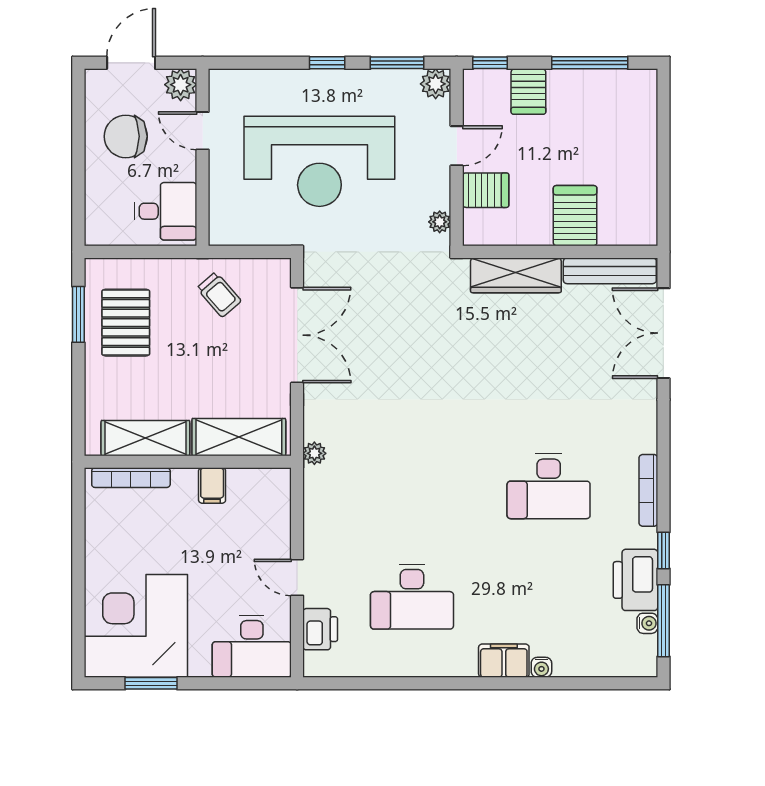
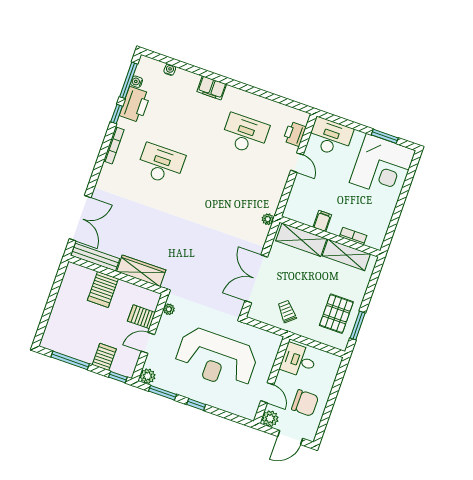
reception desk: (319, 161) -> (216, 358), turned 180
bookcase: (131, 478) -> (353, 236), width x0.64
water cooler: (541, 667) -> (170, 70), moved

